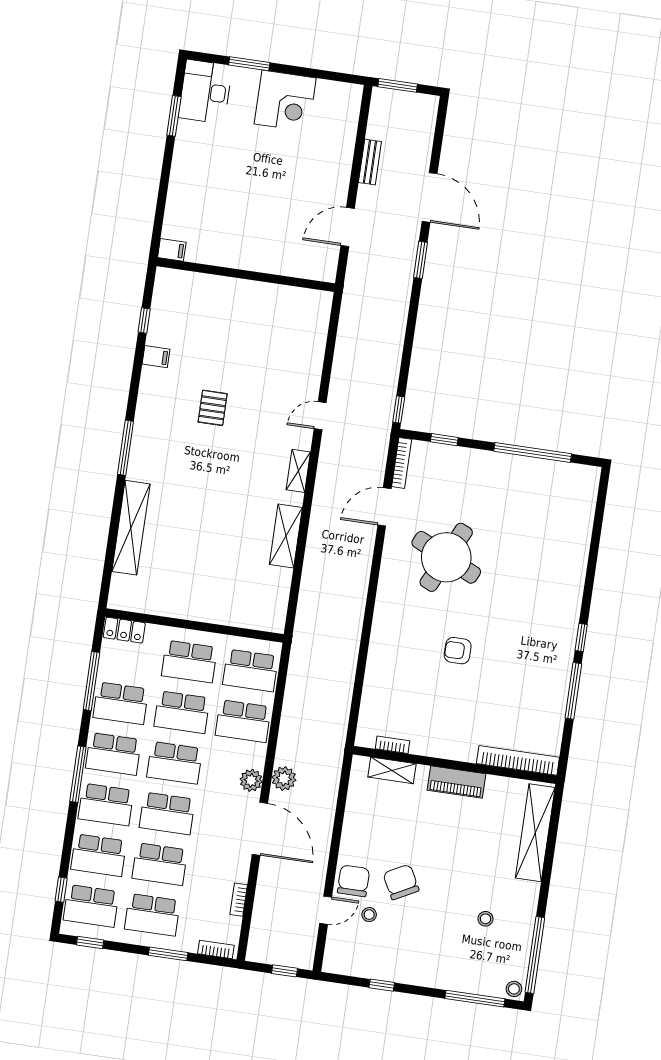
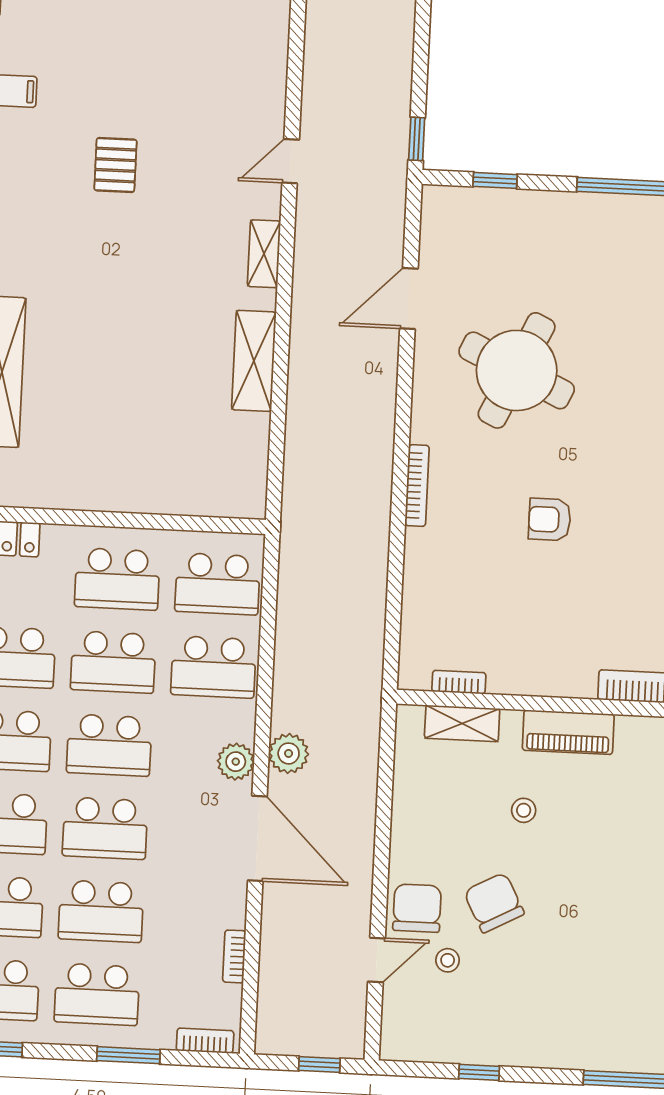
bookcase: (402, 463) -> (417, 486), moved
stool: (485, 919) -> (524, 810), moved

